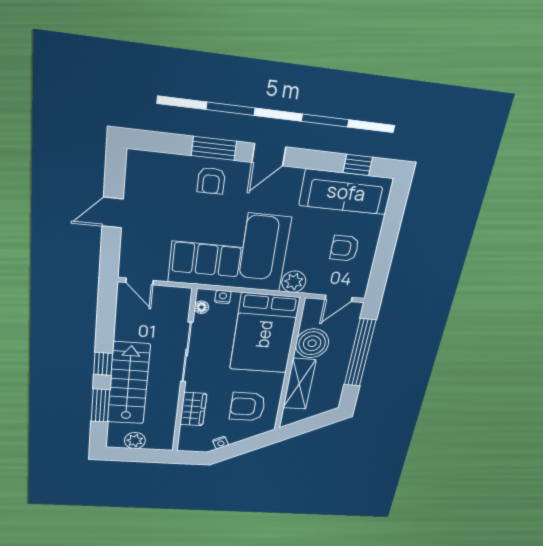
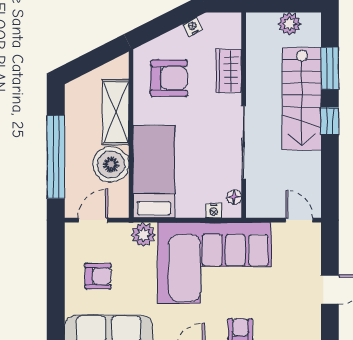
bed: (264, 334) -> (154, 172), width x0.67

